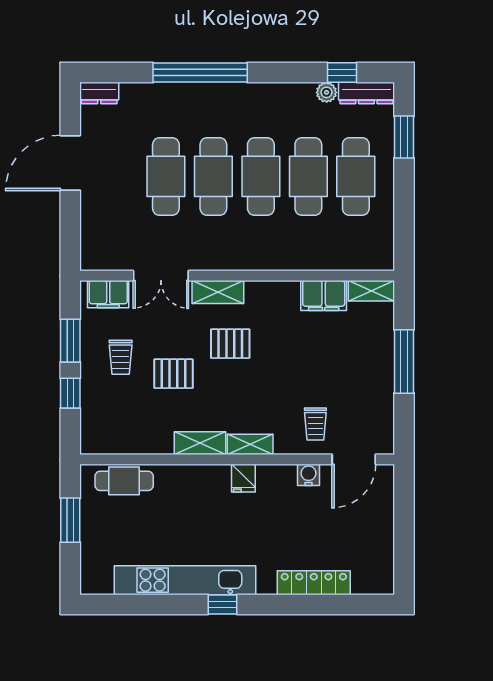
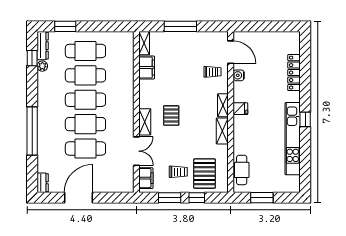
door: (70, 163) -> (79, 198), swing flipped
pallet: (173, 374) -> (205, 174), moved, width x1.50, depth x1.42

